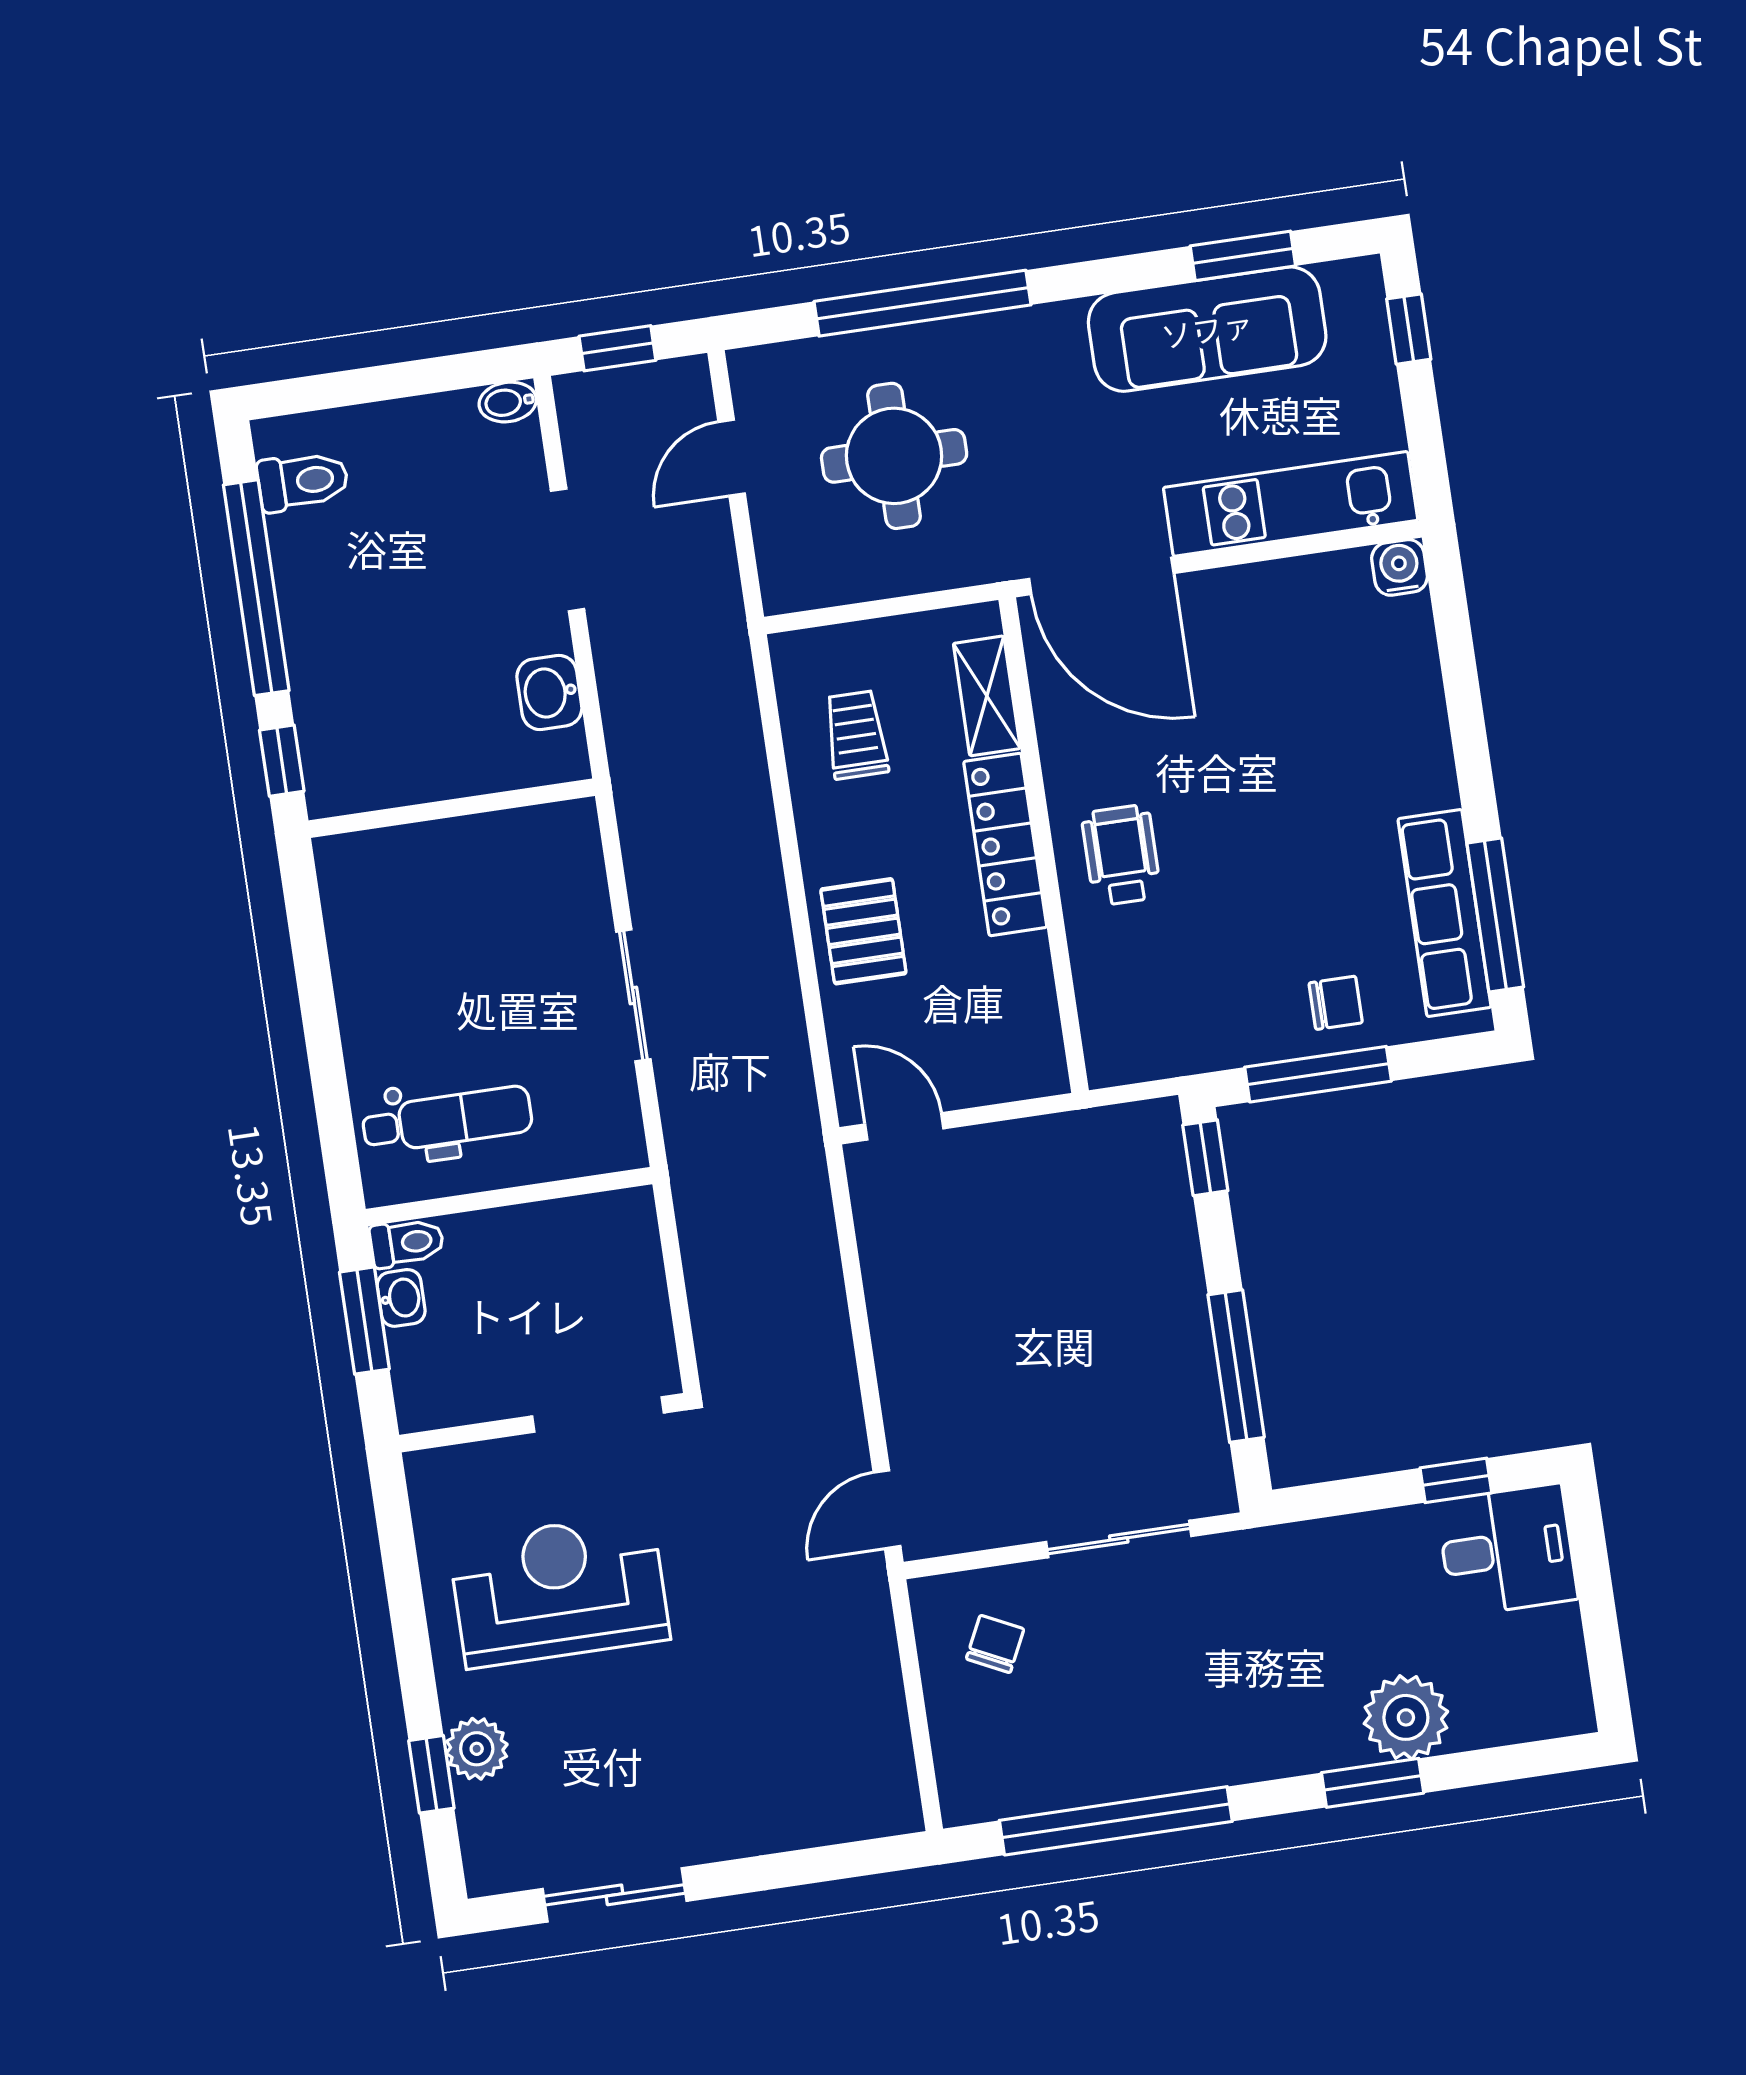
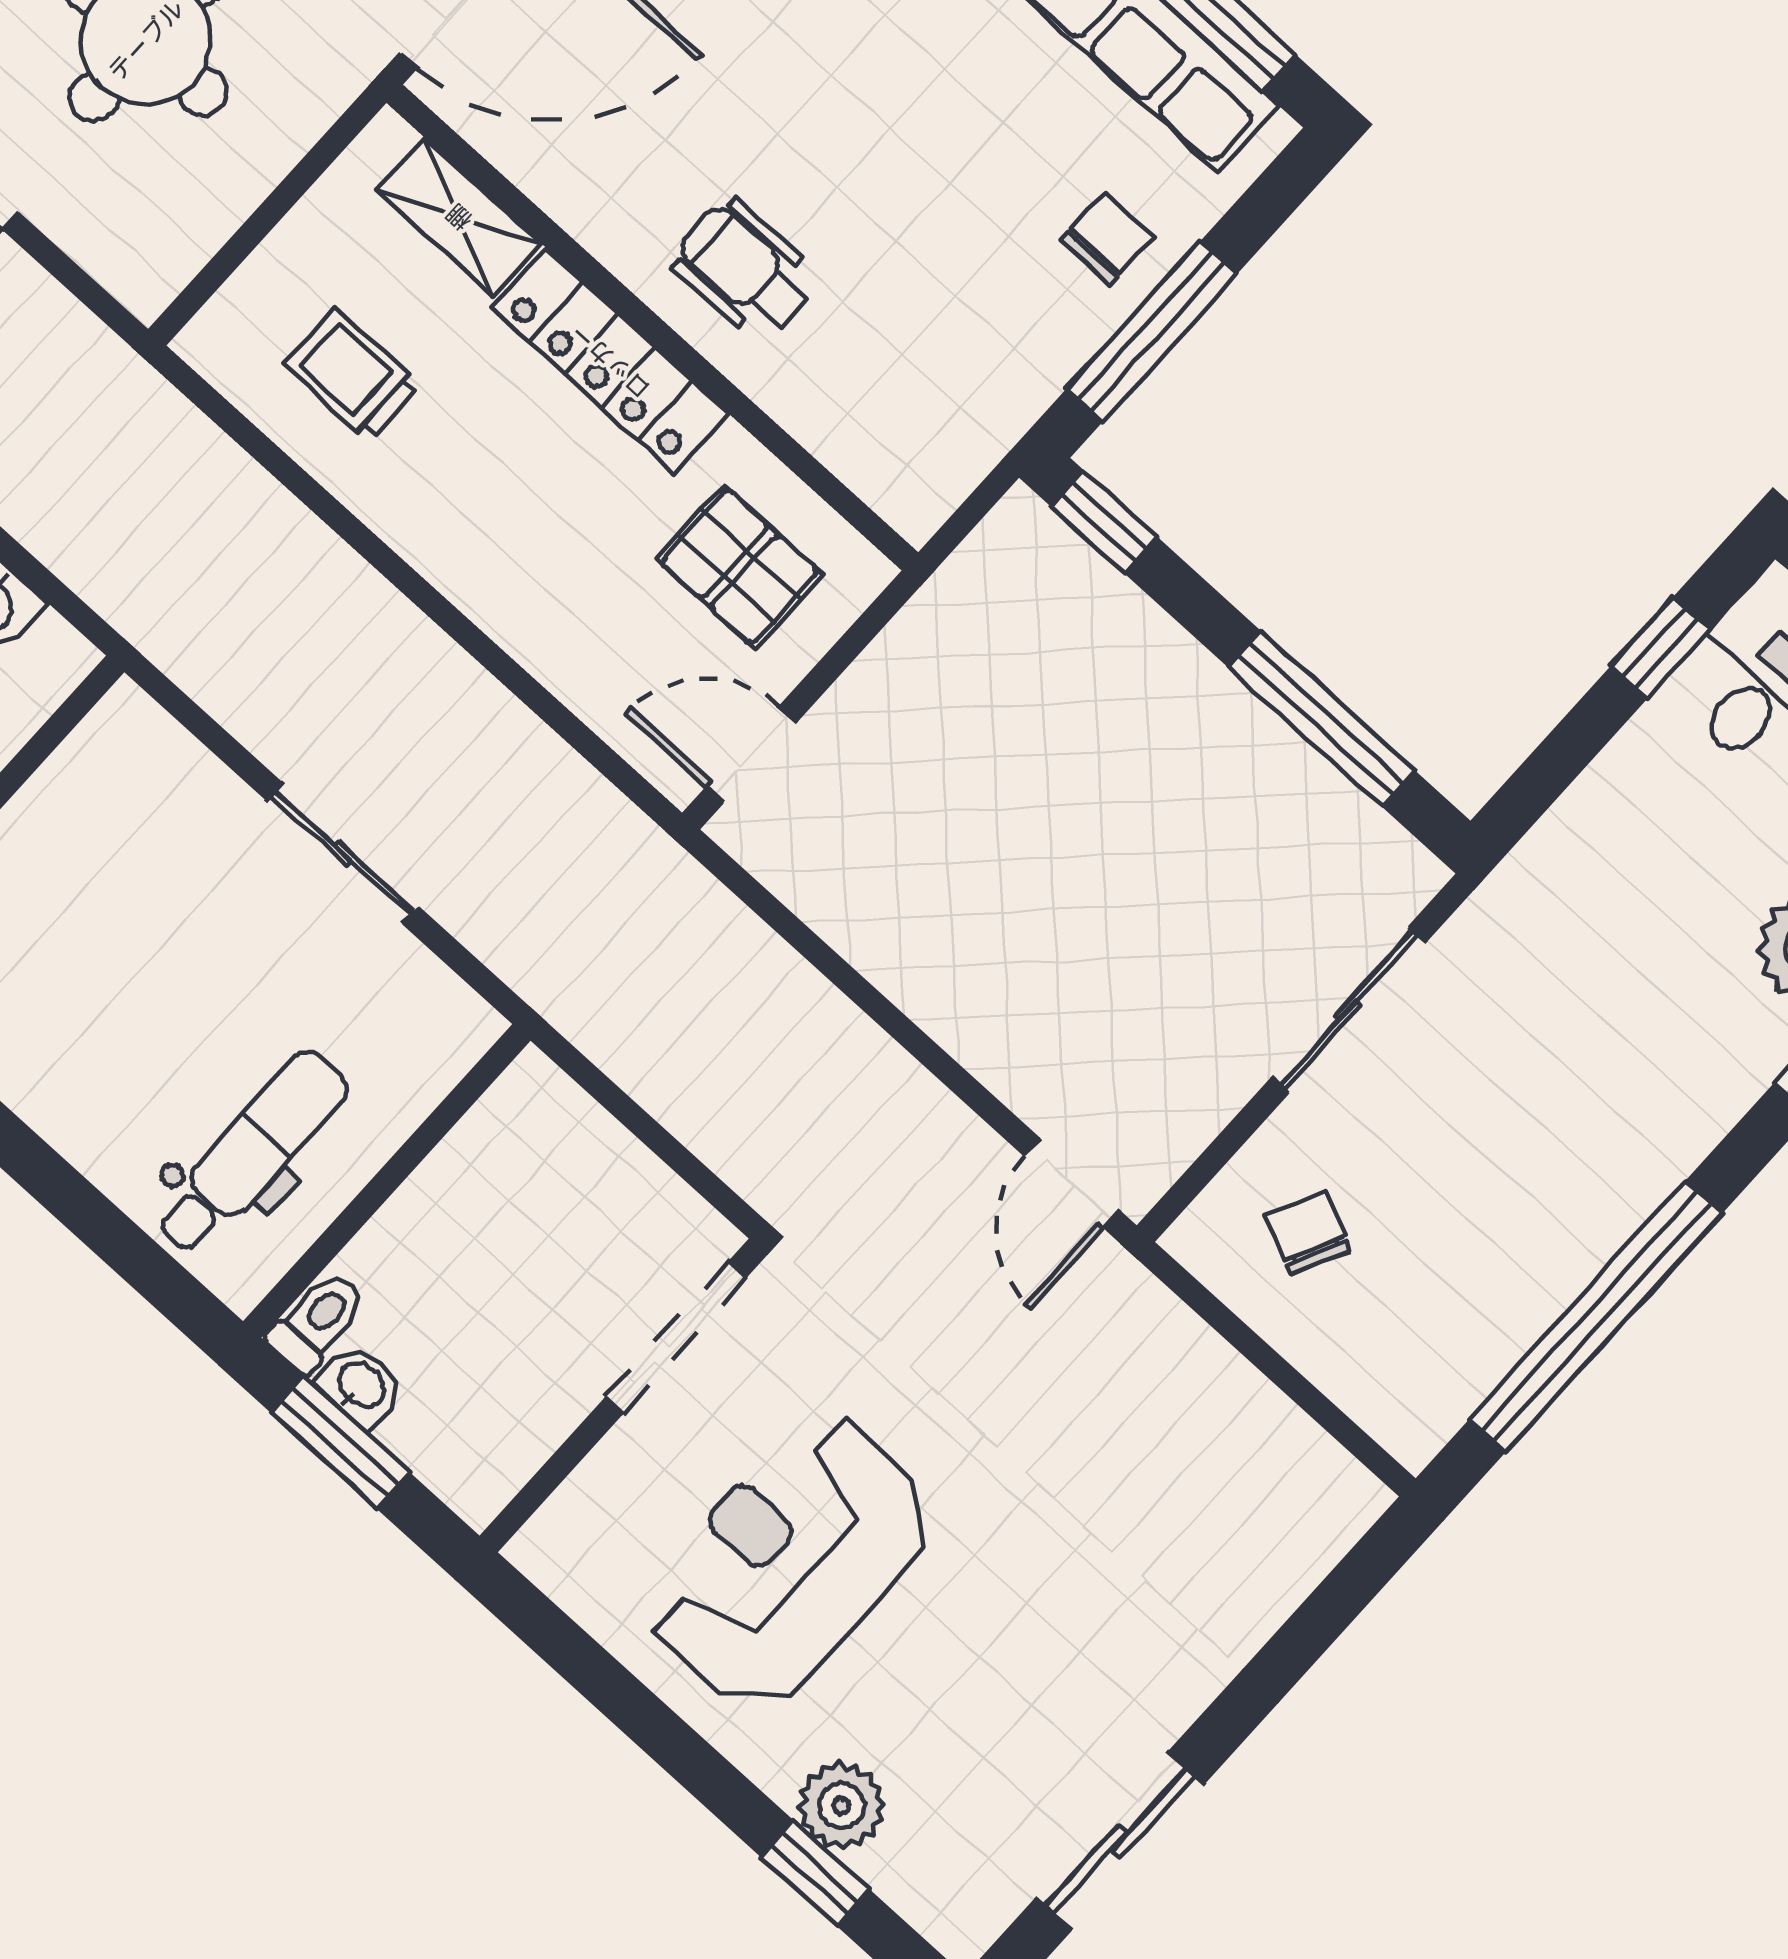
pallet: (863, 931) -> (739, 567), moved

